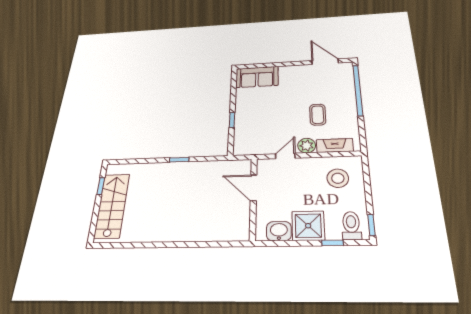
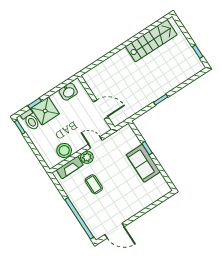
sofa: (257, 77) -> (143, 163), moved, turned -90
door: (285, 156) -> (95, 142), swing flipped
stool: (338, 178) -> (64, 150), moved
stairs: (112, 206) -> (151, 41), moved, turned -90
shower: (308, 226) -> (45, 111), moved

